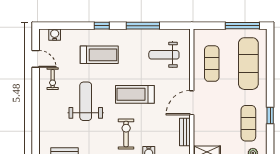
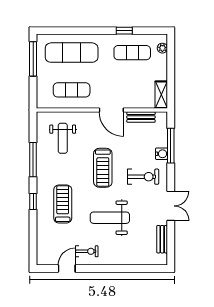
water cooler: (55, 35) -> (42, 249), removed
exercise bike: (126, 134) -> (143, 177), turned 180

